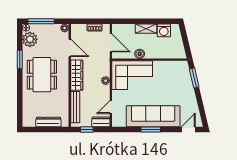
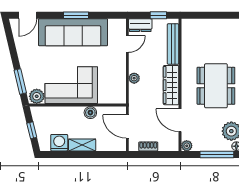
window: (185, 40) -> (32, 130), added
plant: (181, 66) -> (37, 96), added
corner sofa: (132, 75) -> (71, 85), moved
dresser: (48, 122) -> (208, 25), removed

